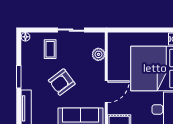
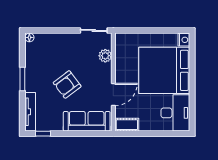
sliding door: (71, 30) -> (94, 30), moved
coffee table: (50, 49) -> (55, 50), removed

